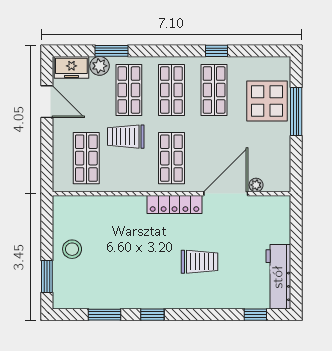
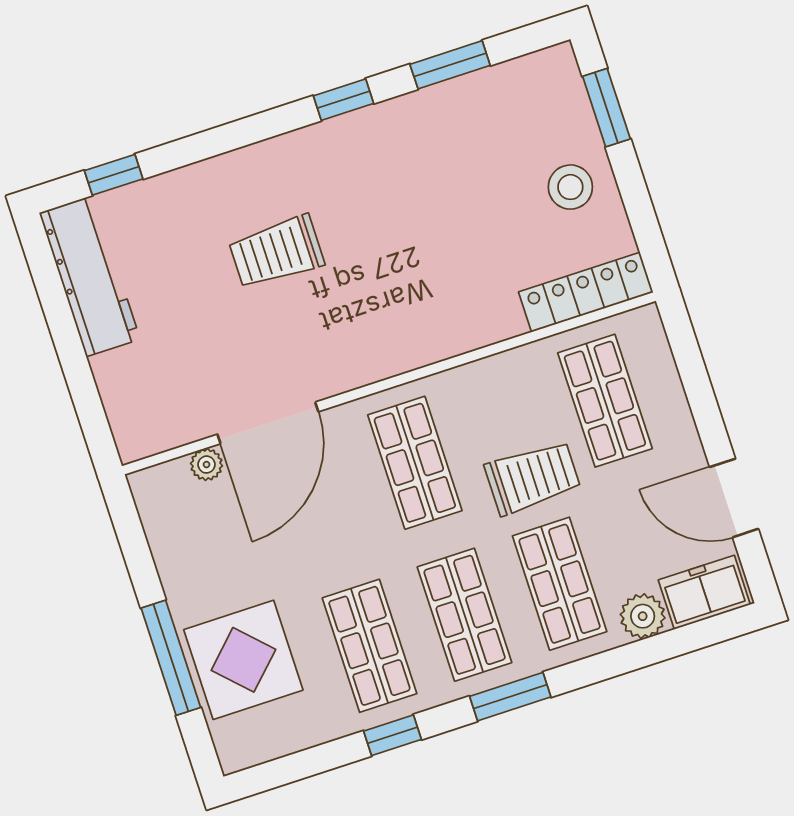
window: (112, 51) -> (510, 697), moved
locker: (174, 205) -> (586, 292), moved

